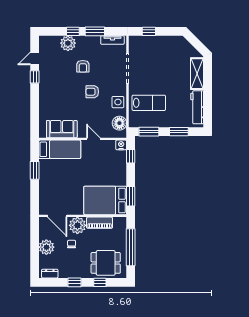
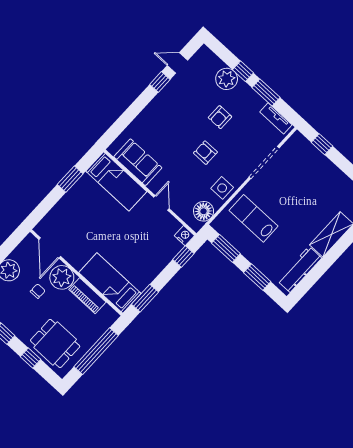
lab bench: (149, 103) -> (254, 218), turned 180
bed: (105, 200) -> (110, 283), width x0.67

